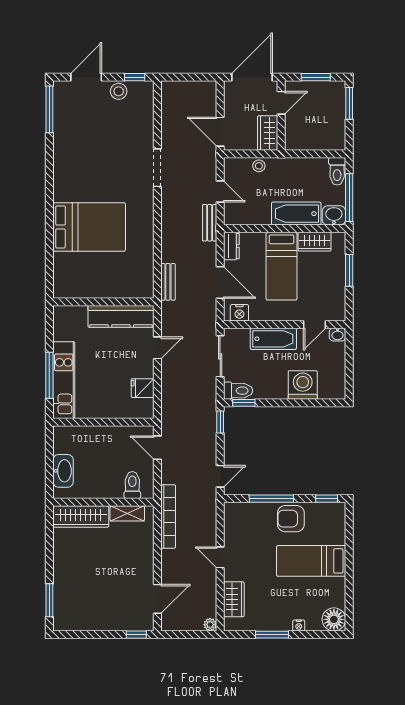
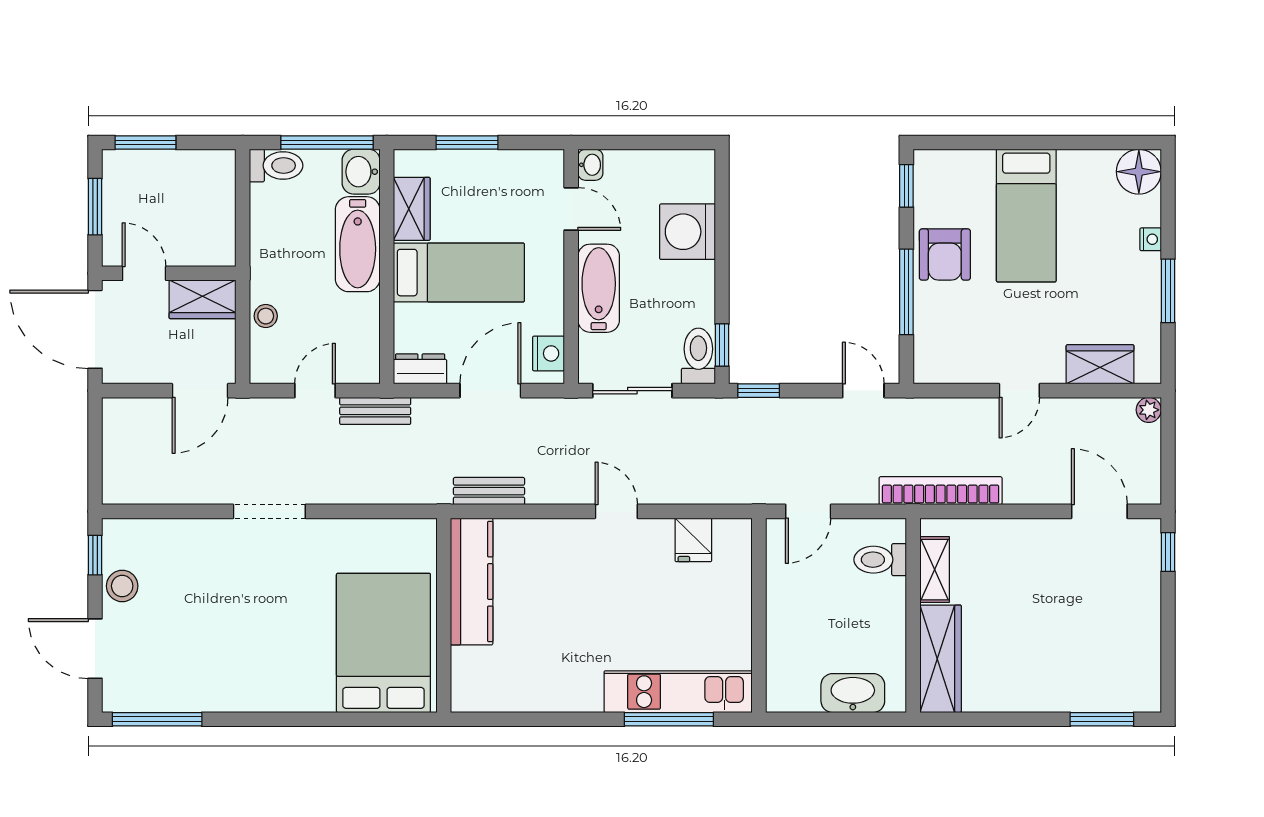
wall: (103, 302) -> (444, 615), moved
kitchen counter: (121, 316) -> (472, 582), moved

